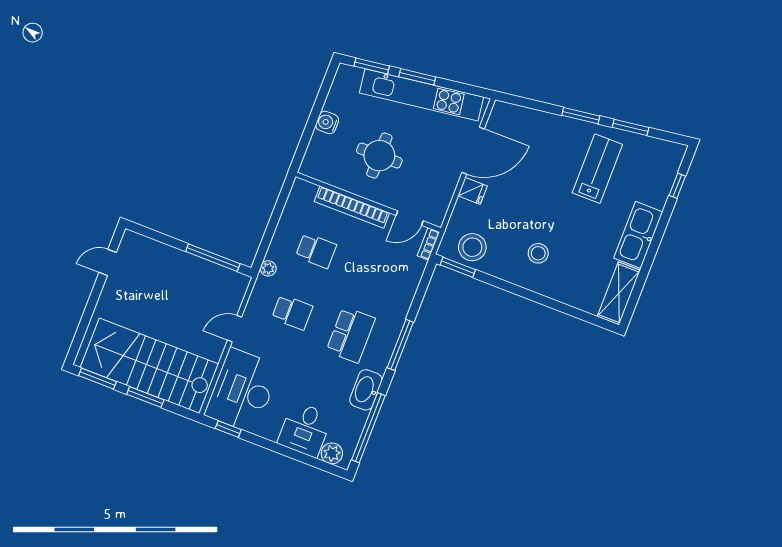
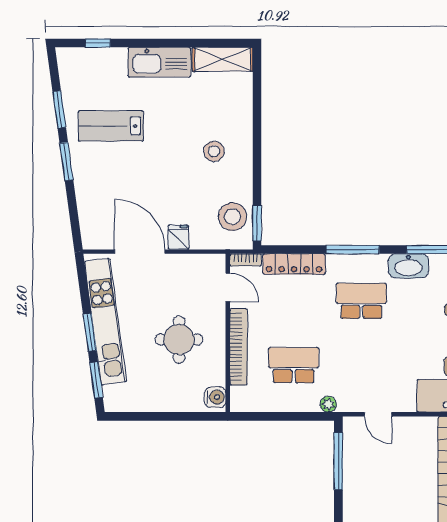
water cooler: (327, 122) -> (215, 397), moved, turned -90
school desk: (316, 251) -> (294, 365), width x1.85
locker: (408, 287) -> (294, 264), added
school desk: (292, 312) -> (361, 365), removed
door: (235, 329) -> (378, 414), moved

